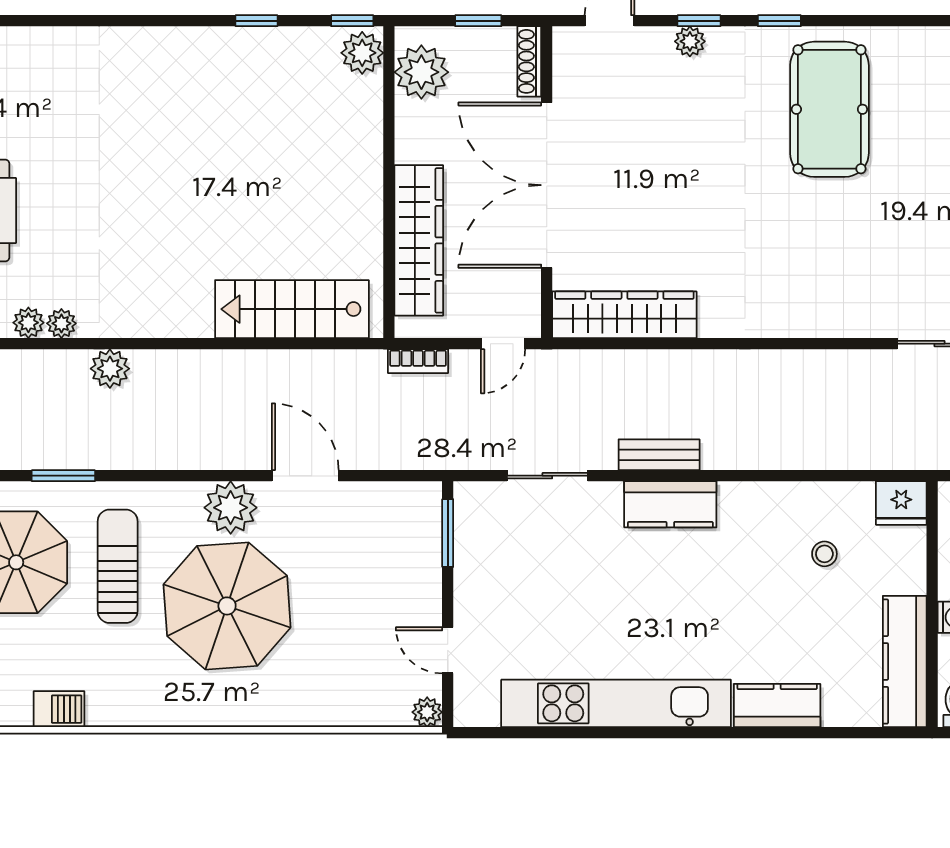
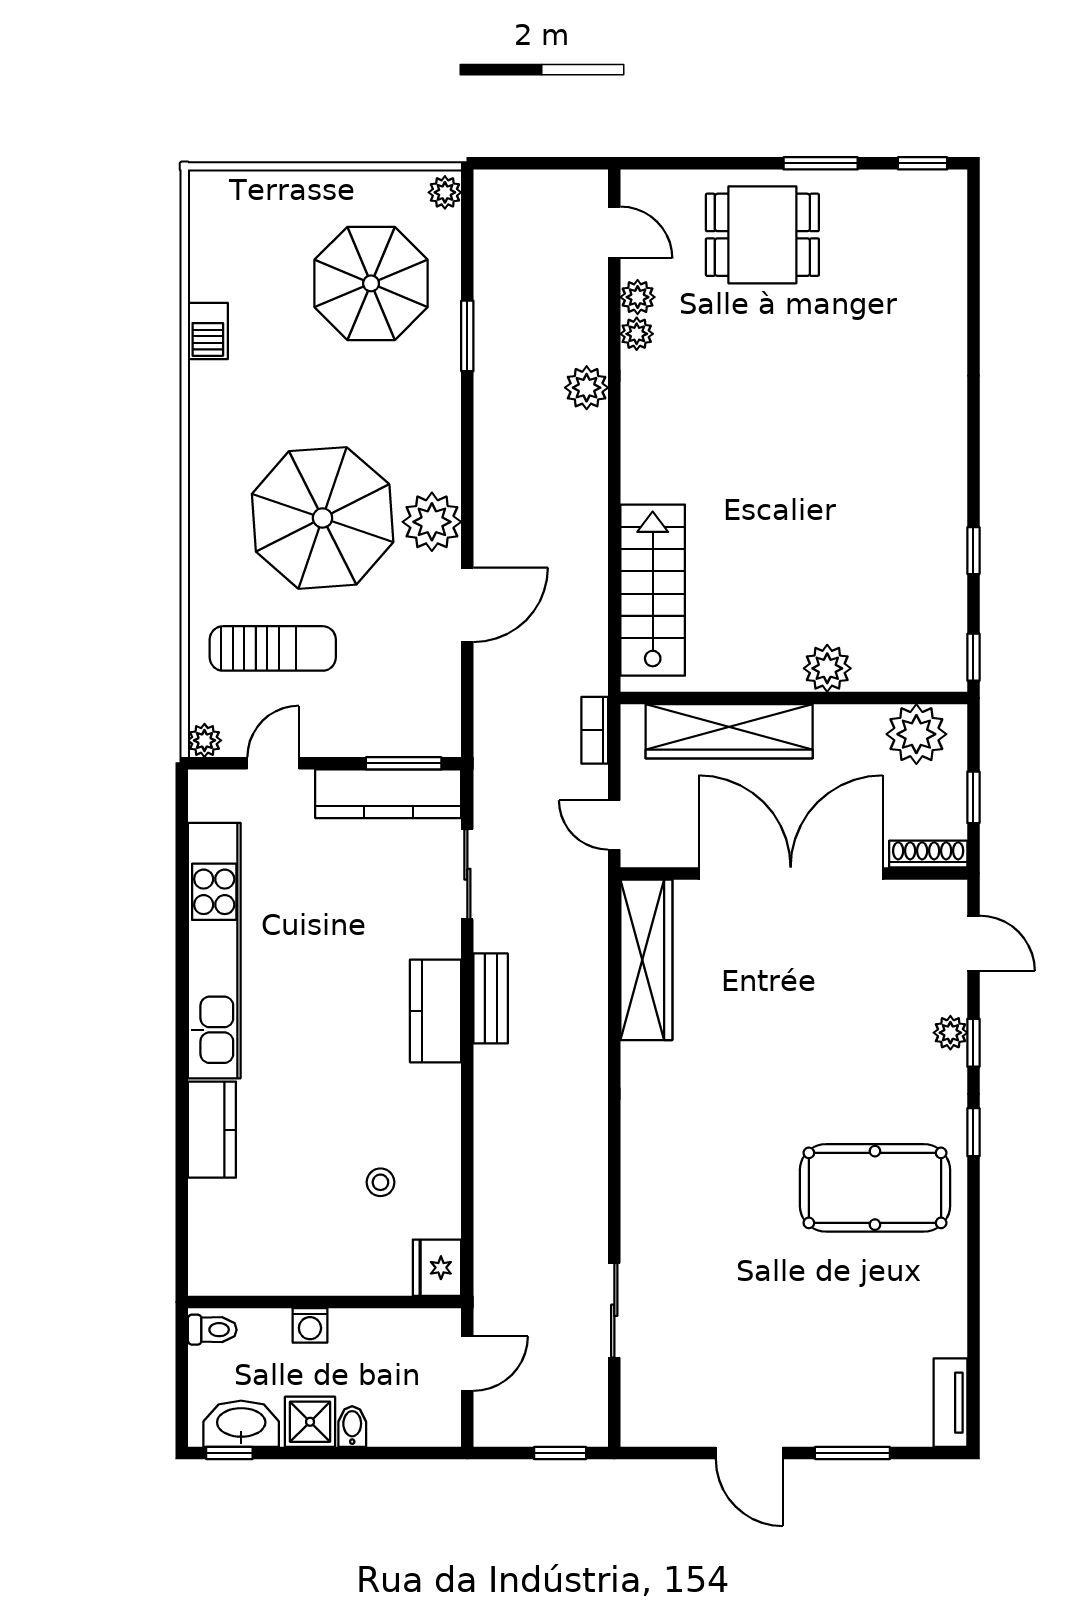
plant: (362, 53) -> (827, 668), moved
sun lounger: (118, 566) -> (273, 648), moved
kitchen counter: (905, 661) -> (388, 794), moved, turned 180

